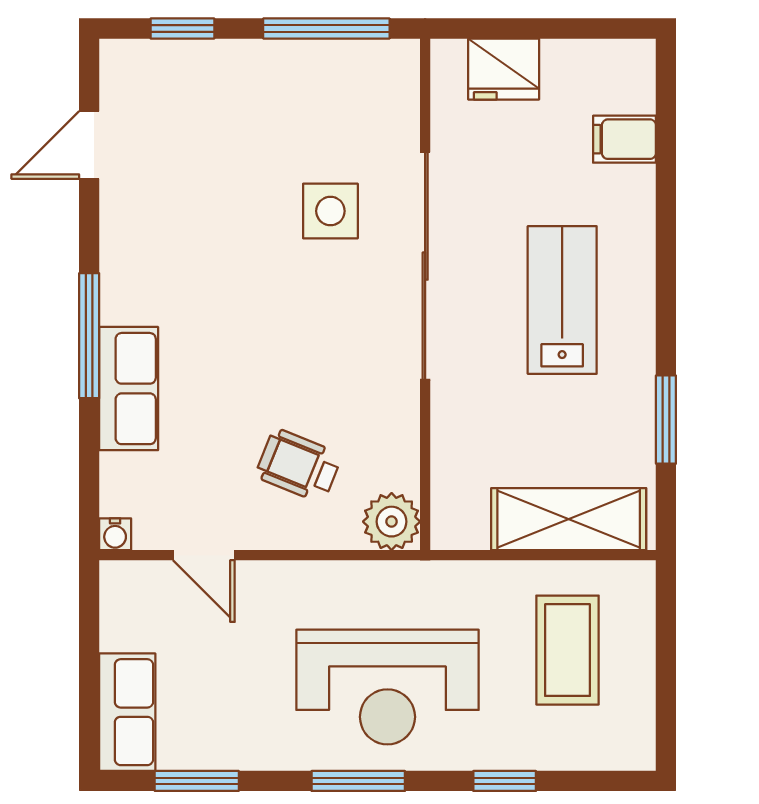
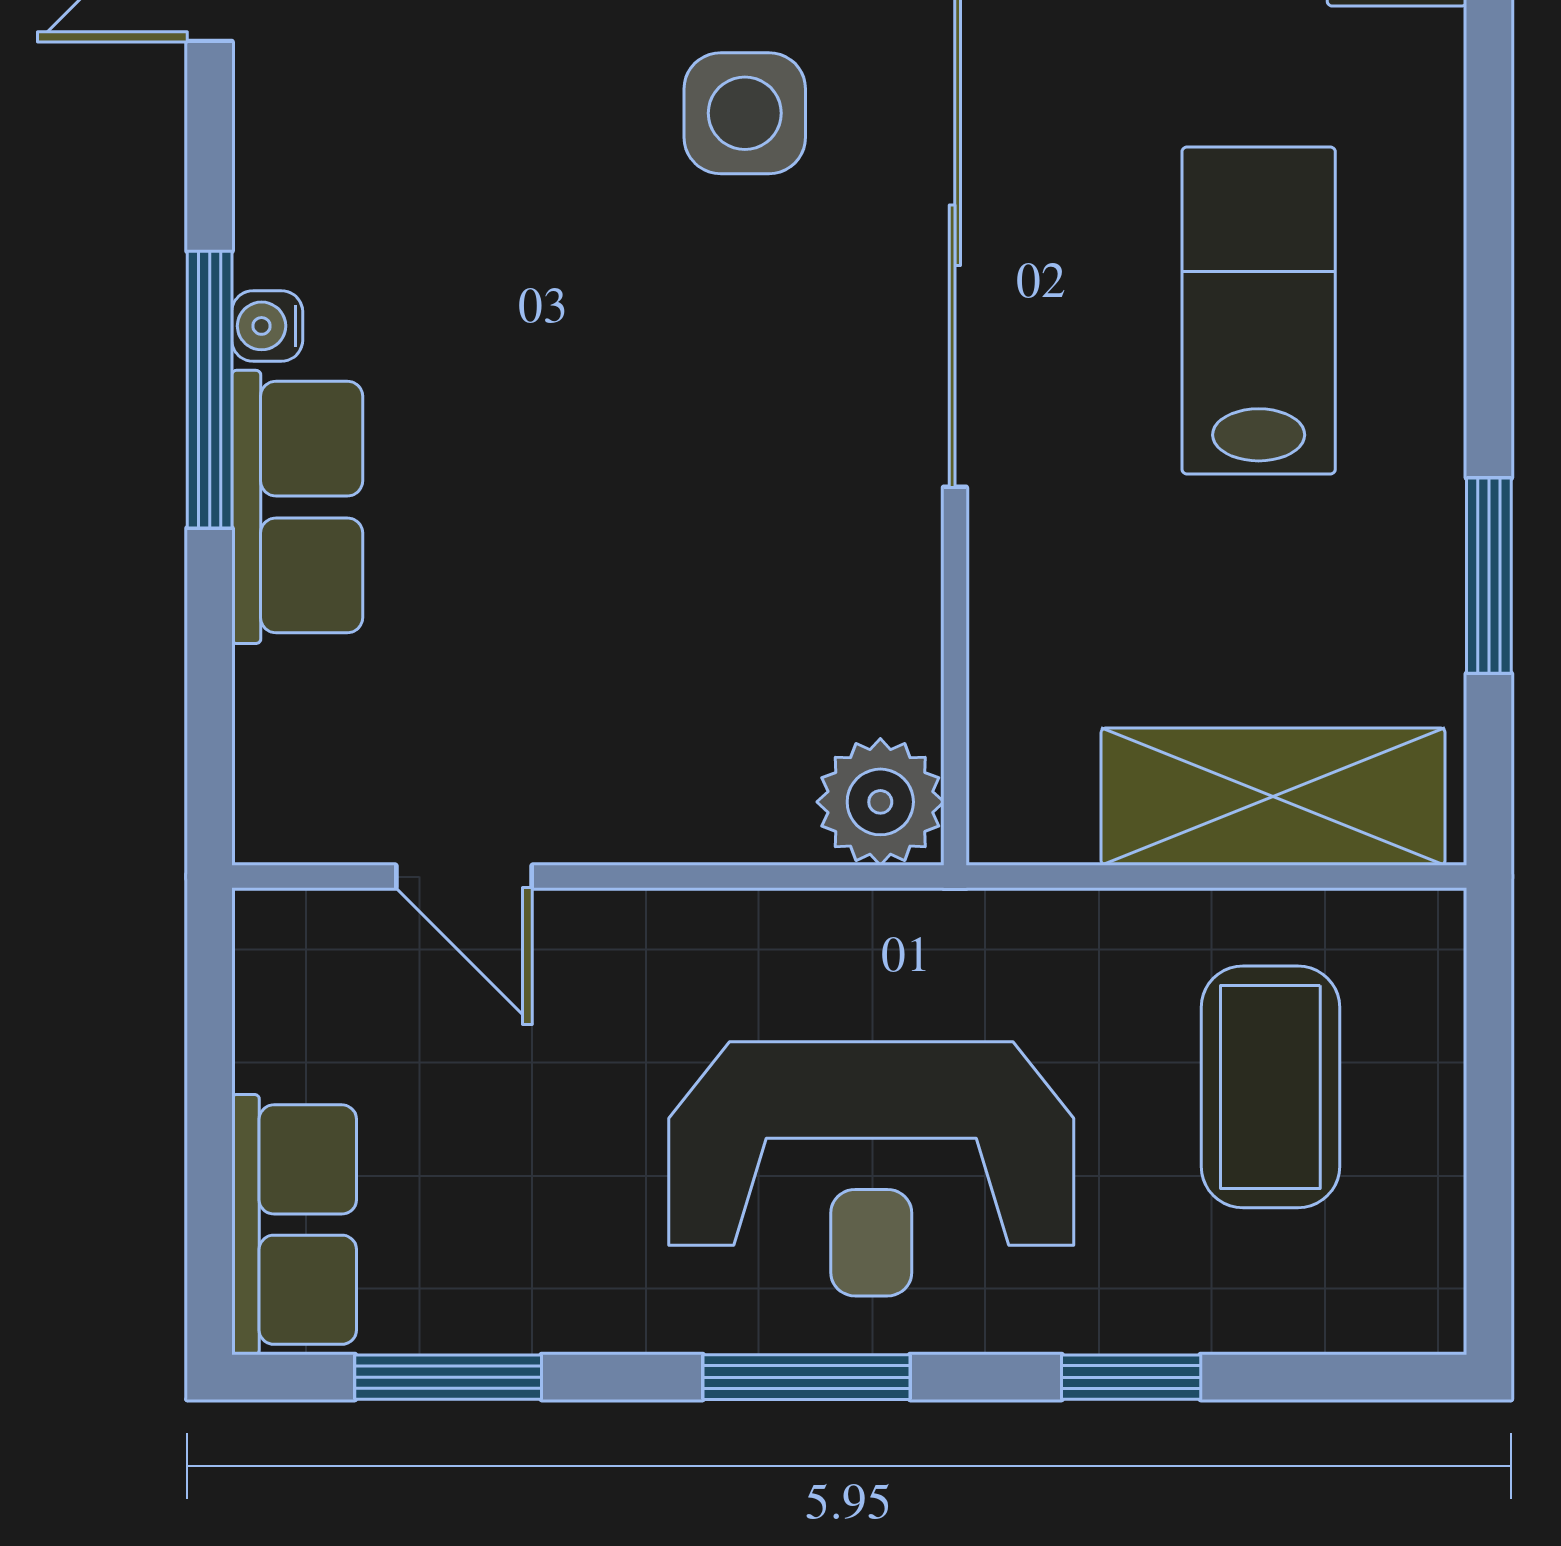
wheelchair: (299, 465) -> (674, 677), removed
water cooler: (115, 534) -> (267, 326), moved, turned 90

